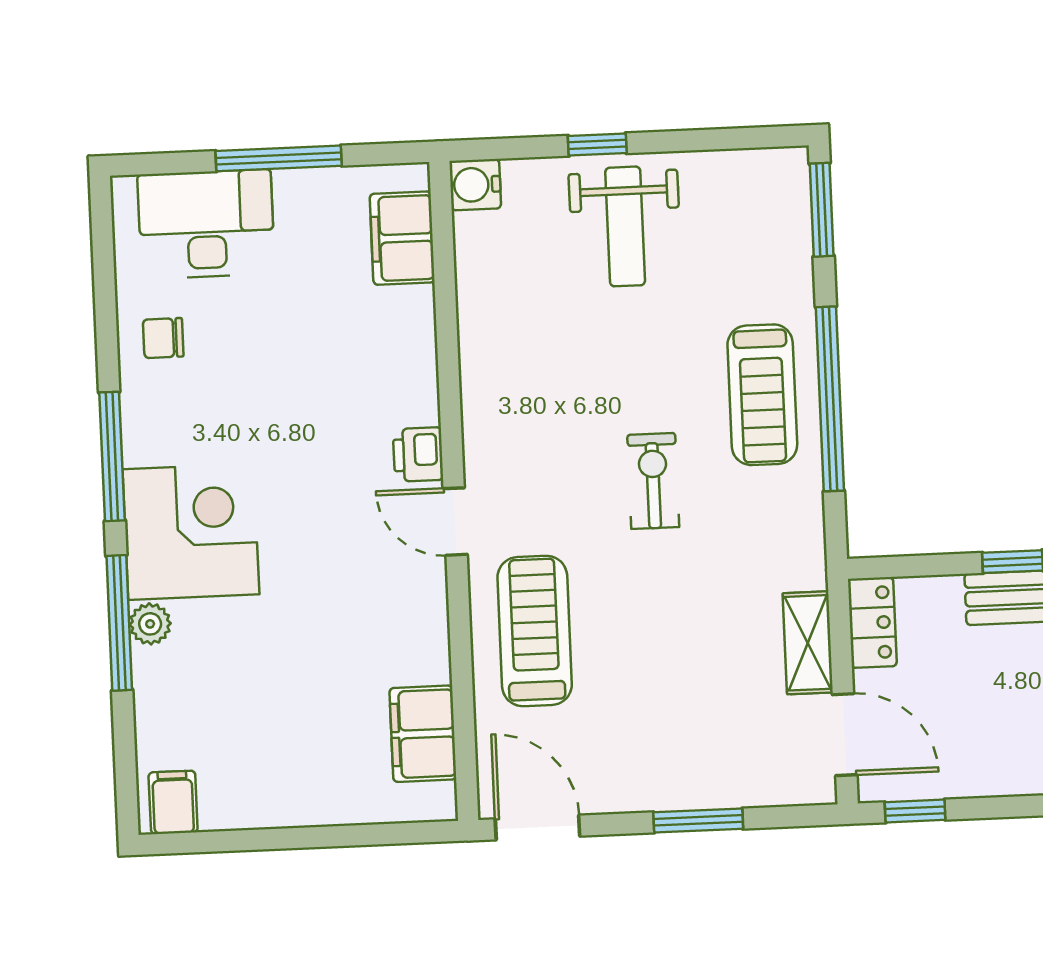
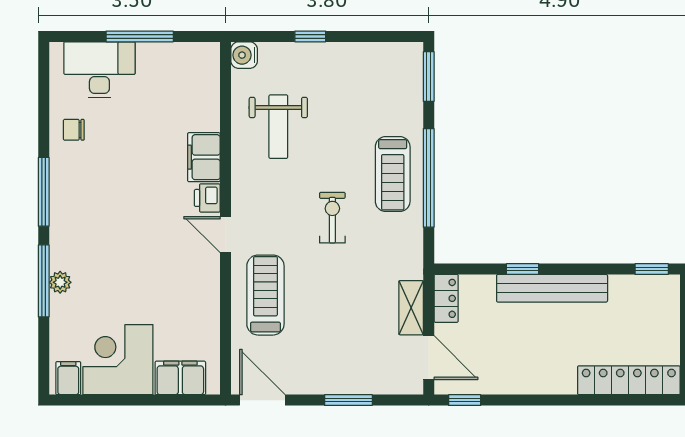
weight bench: (625, 226) -> (278, 127), moved
filing cabinet: (402, 238) -> (204, 157), moved
corner desk: (191, 532) -> (118, 360), moved, turned -90
filing cabinet: (423, 734) -> (180, 378), moved, turned 90

